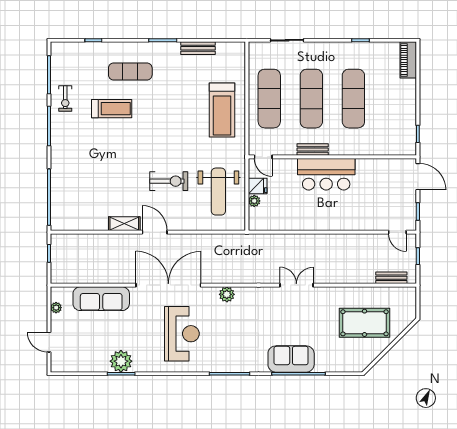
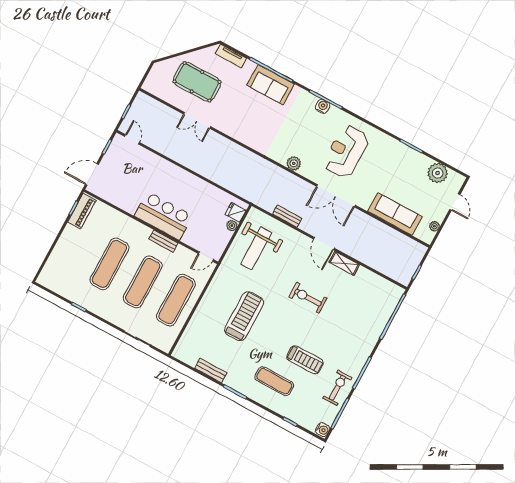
water cooler: (57, 50) -> (323, 430), added
piano: (408, 60) -> (82, 211), moved
exercise bike: (65, 98) -> (337, 388), width x1.38, depth x1.39
treadmill: (112, 109) -> (305, 360), turned 180
treadmill: (222, 110) -> (244, 316), moved
door: (263, 157) -> (206, 257), swing flipped
door: (418, 177) -> (92, 174), hinge flipped
exercise bike: (169, 181) -> (308, 298), moved
fridge: (258, 186) -> (236, 212), moved
weight bench: (218, 192) -> (256, 248), turned 180
bench: (391, 278) -> (287, 216), moved
double door: (168, 285) -> (336, 196), width x0.73
double door: (296, 285) -> (197, 120), moved
plant: (121, 361) -> (438, 173), moved
water cooler: (229, 365) -> (323, 106), added
tv unit: (345, 366) -> (231, 56), added

